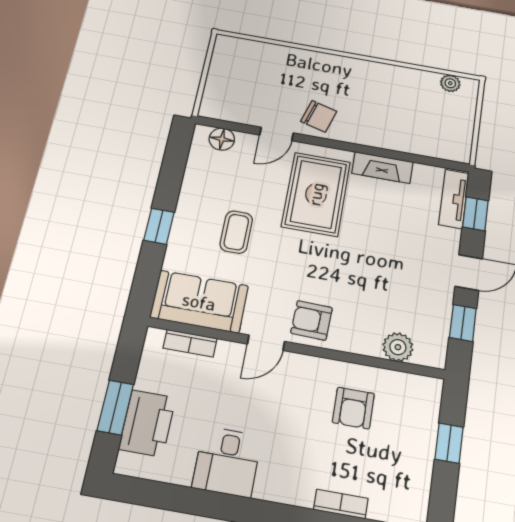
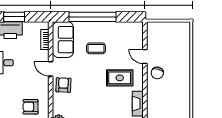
floor lamp: (222, 139) -> (138, 34), removed
rug: (316, 194) -> (120, 78), width x0.73, depth x0.70
window: (159, 226) -> (92, 17), width x3.17

